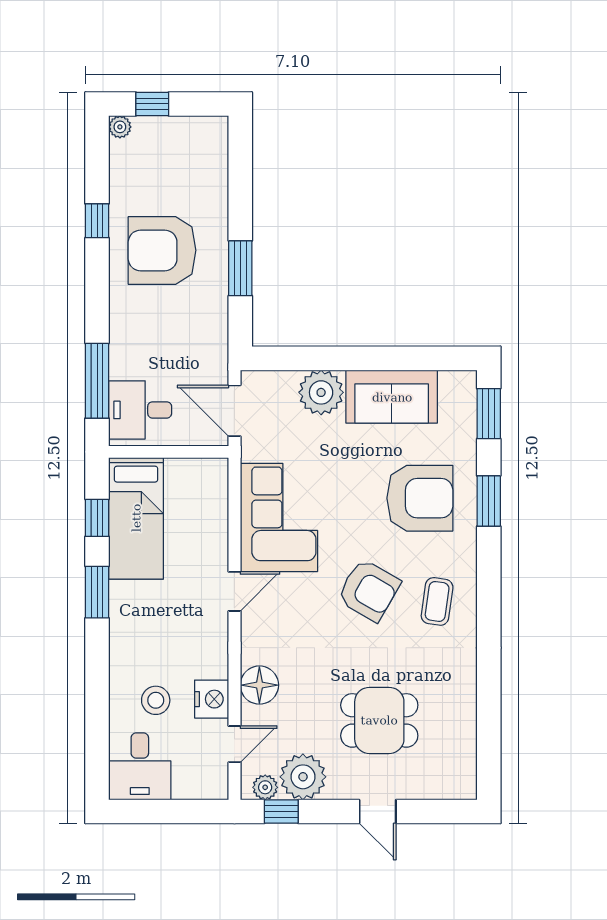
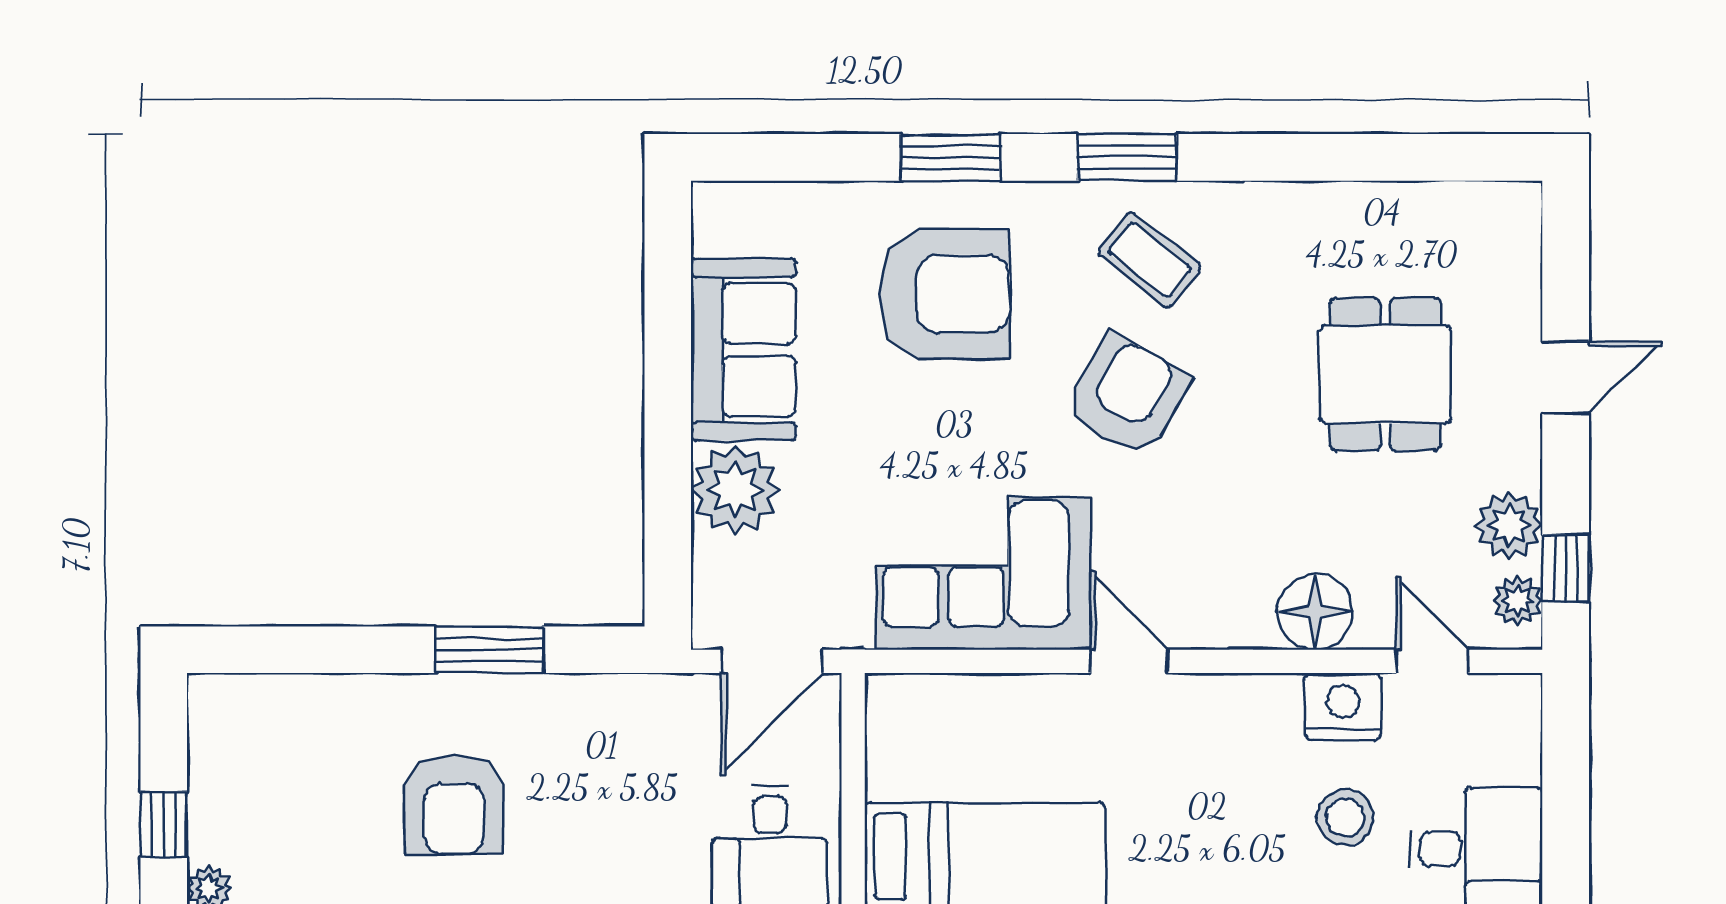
armchair: (162, 250) -> (454, 805), width x0.73, depth x0.73
window: (489, 414) -> (1127, 157), moved
armchair: (420, 498) -> (945, 294), turned 90
coffee table: (437, 601) -> (1149, 260), turned 30
plant: (303, 777) -> (1509, 526), width x0.73, depth x0.73

